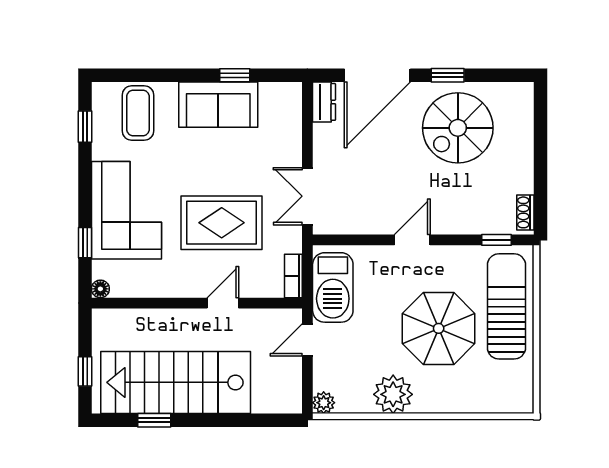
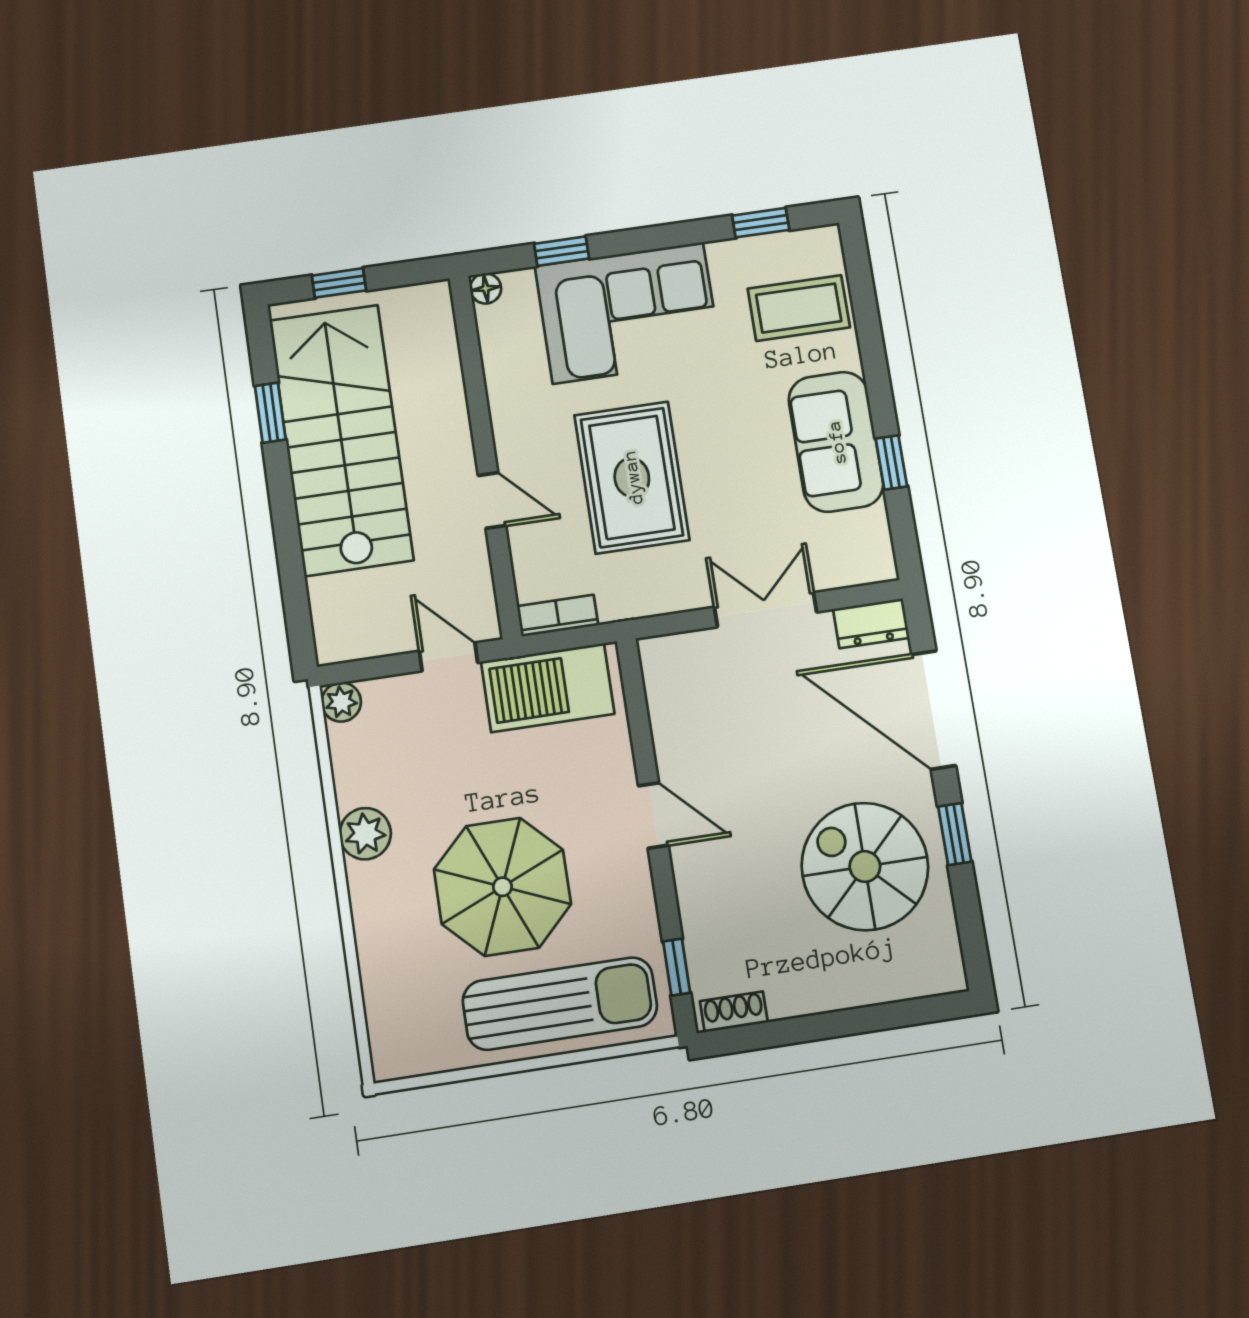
double door: (307, 196) -> (765, 610), moved
plant: (393, 394) -> (365, 834), width x0.73, depth x0.73

